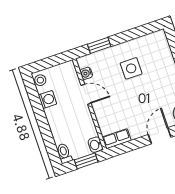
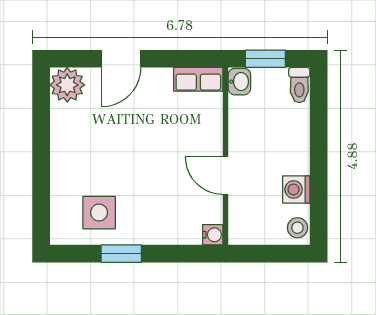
window: (99, 45) -> (121, 254), moved
side table: (131, 68) -> (99, 213), moved
water cooler: (86, 73) -> (213, 235), moved

